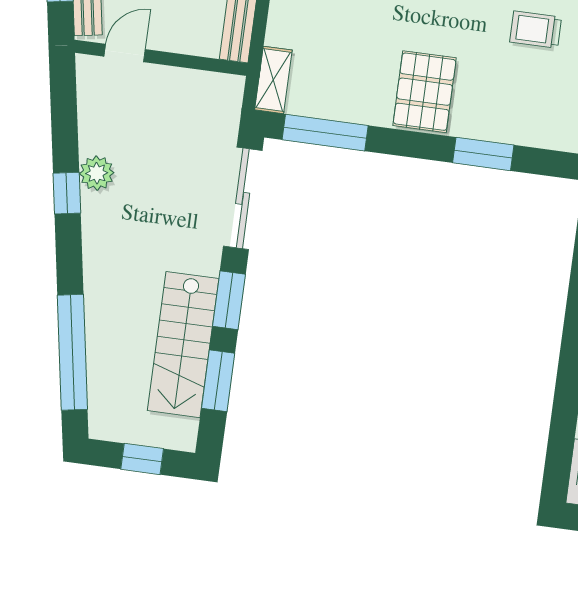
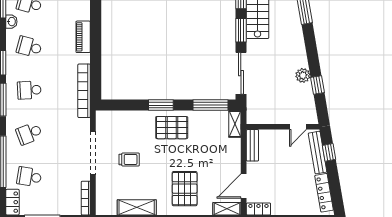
pallet: (425, 92) -> (172, 128), turned 90
window: (483, 154) -> (161, 105), moved
window: (67, 193) -> (317, 85), moved

